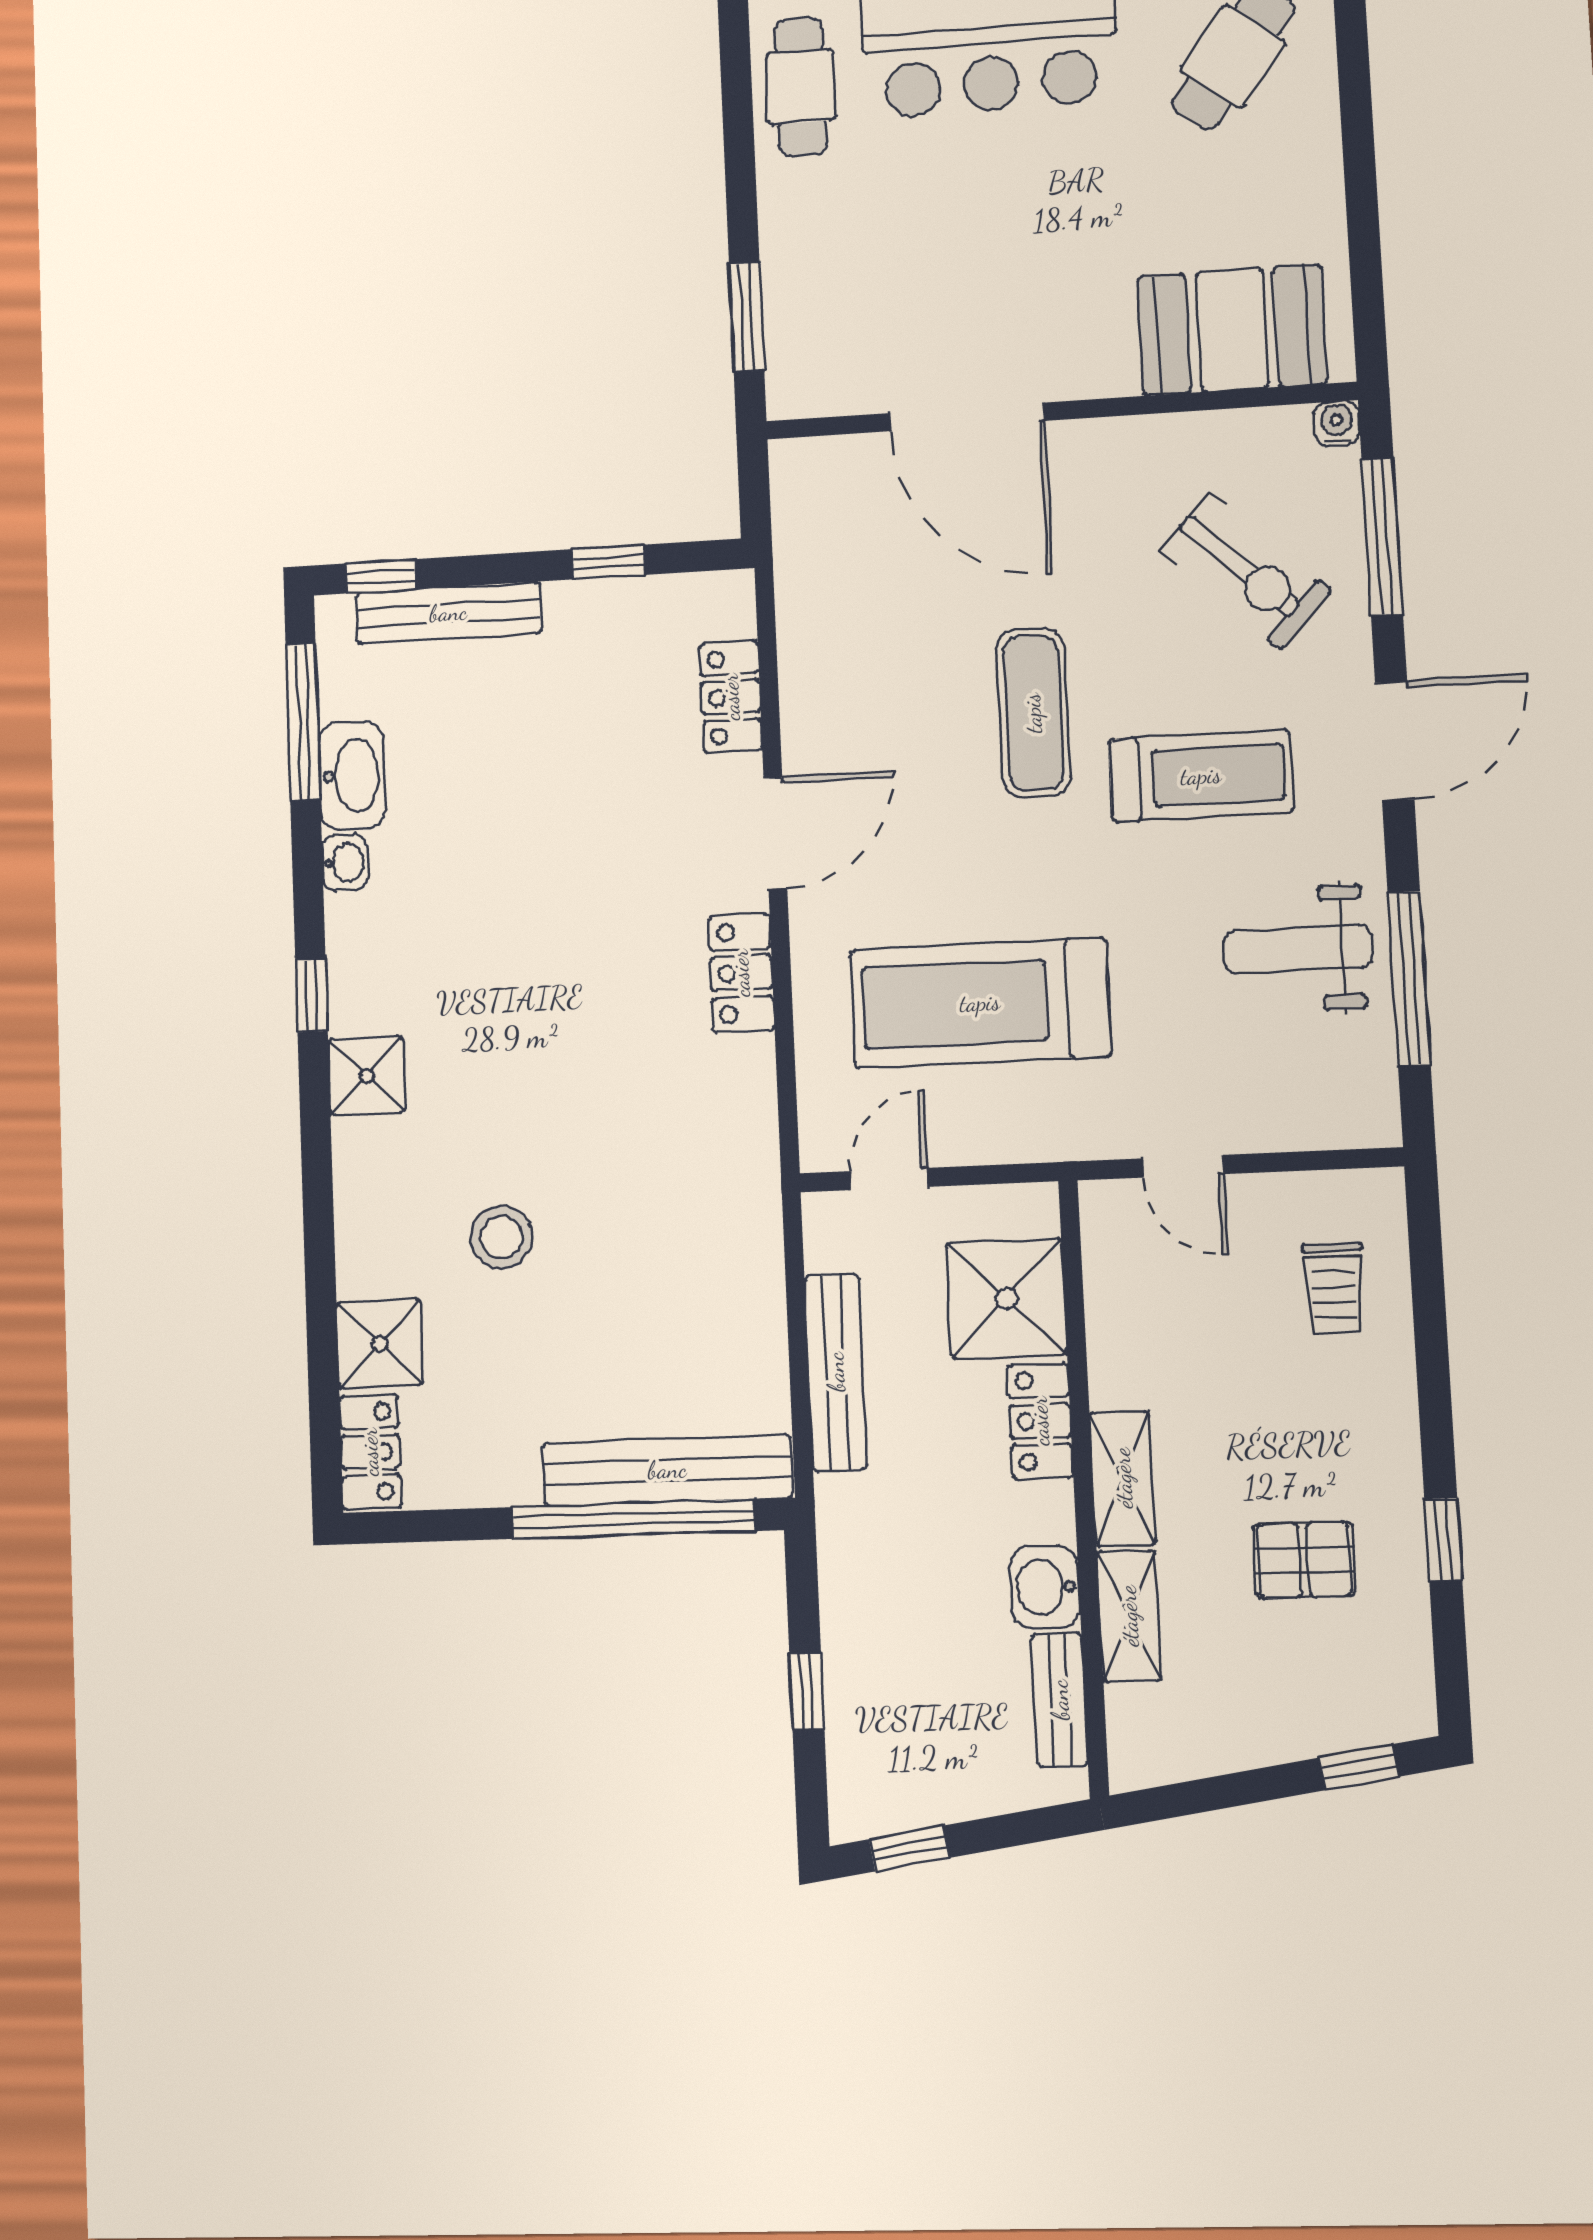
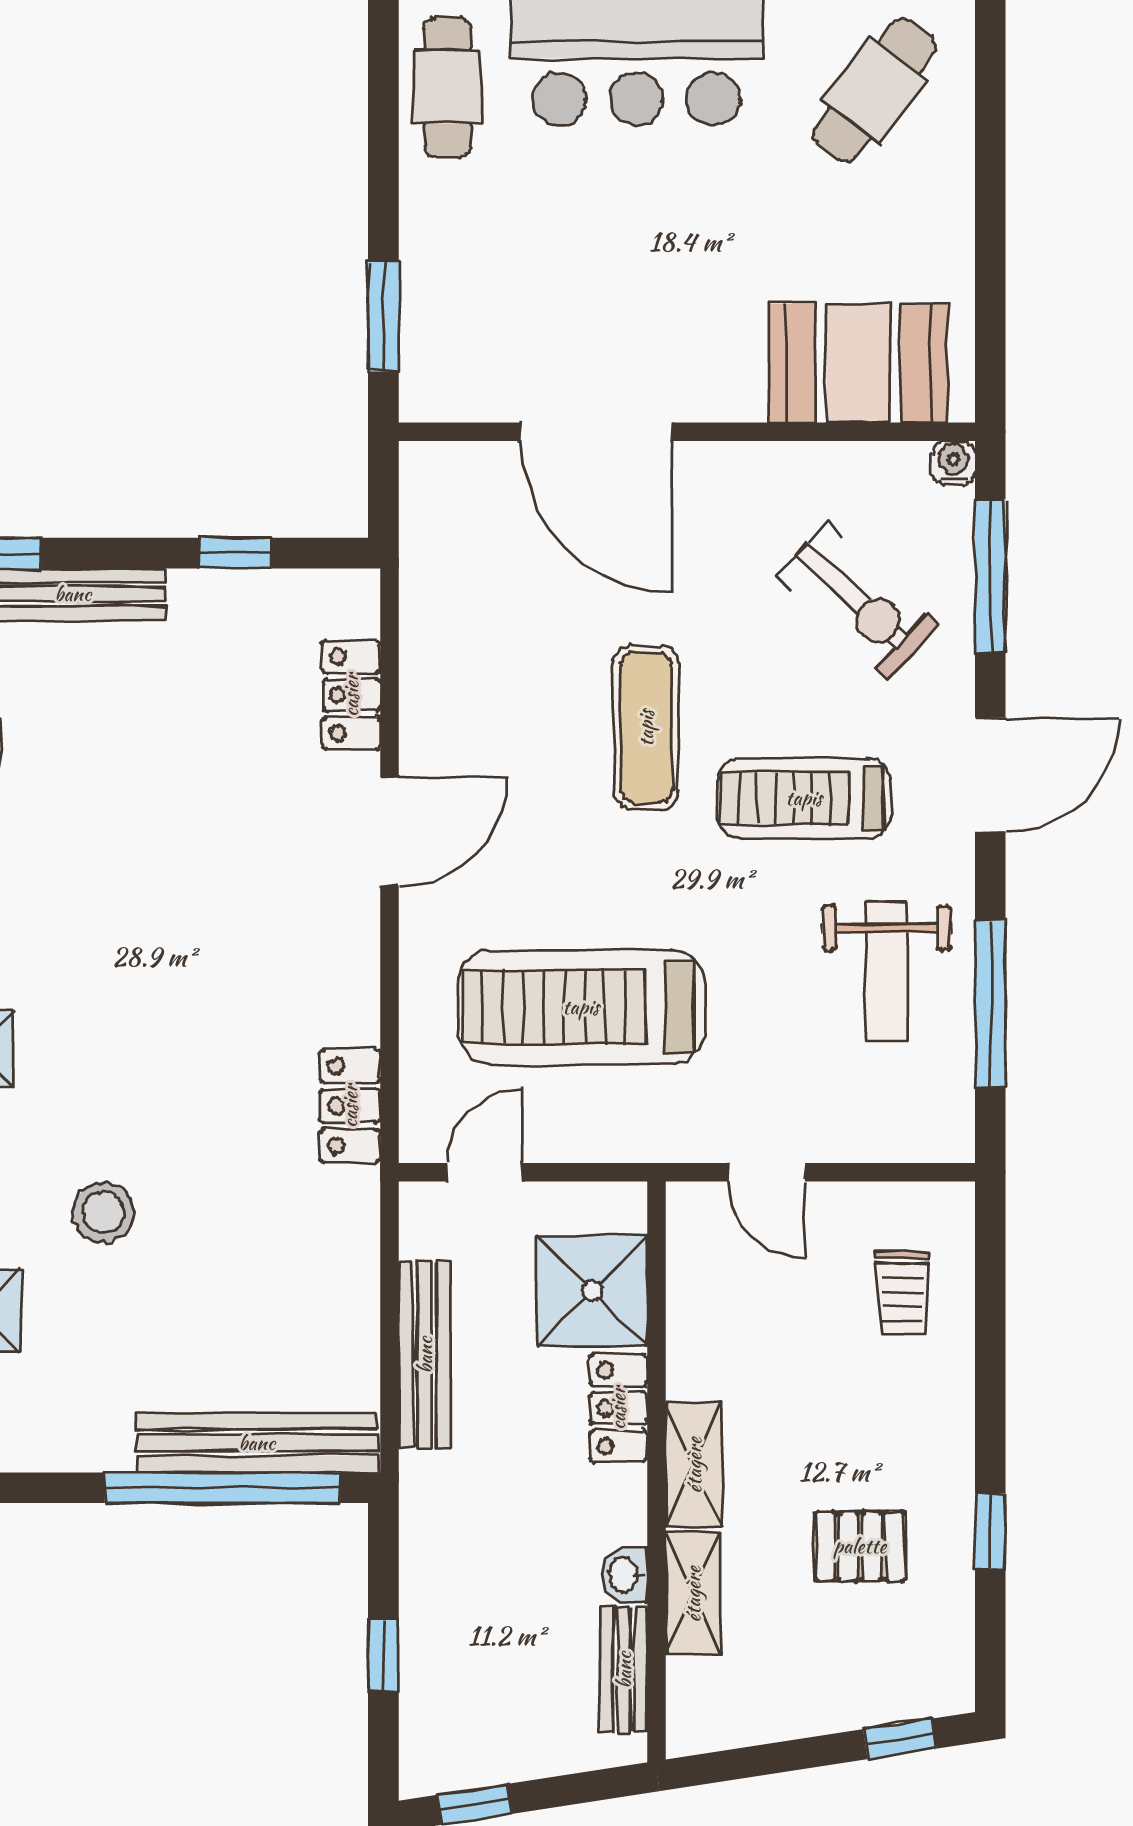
treadmill: (1201, 776) -> (804, 798), turned 180
weight bench: (1298, 949) -> (887, 970), turned -90
locker: (741, 973) -> (350, 1106), moved
washbasin: (1045, 1587) -> (625, 1575), width x0.72, depth x0.69

